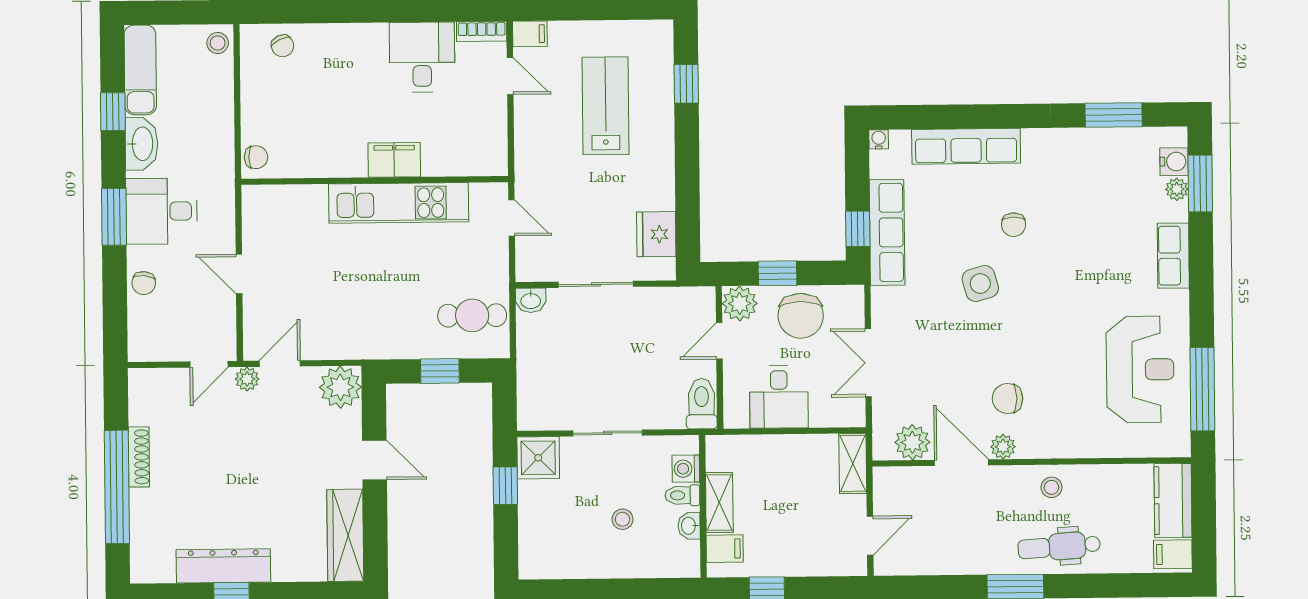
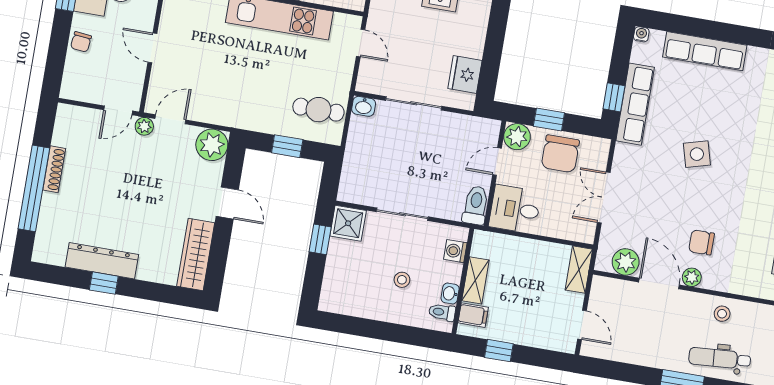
chair: (1014, 225) -> (729, 115), removed
desk: (779, 397) -> (515, 209), moved, turned 90
toilet: (682, 495) -> (442, 312), moved
door: (870, 536) -> (582, 325), hinge flipped

